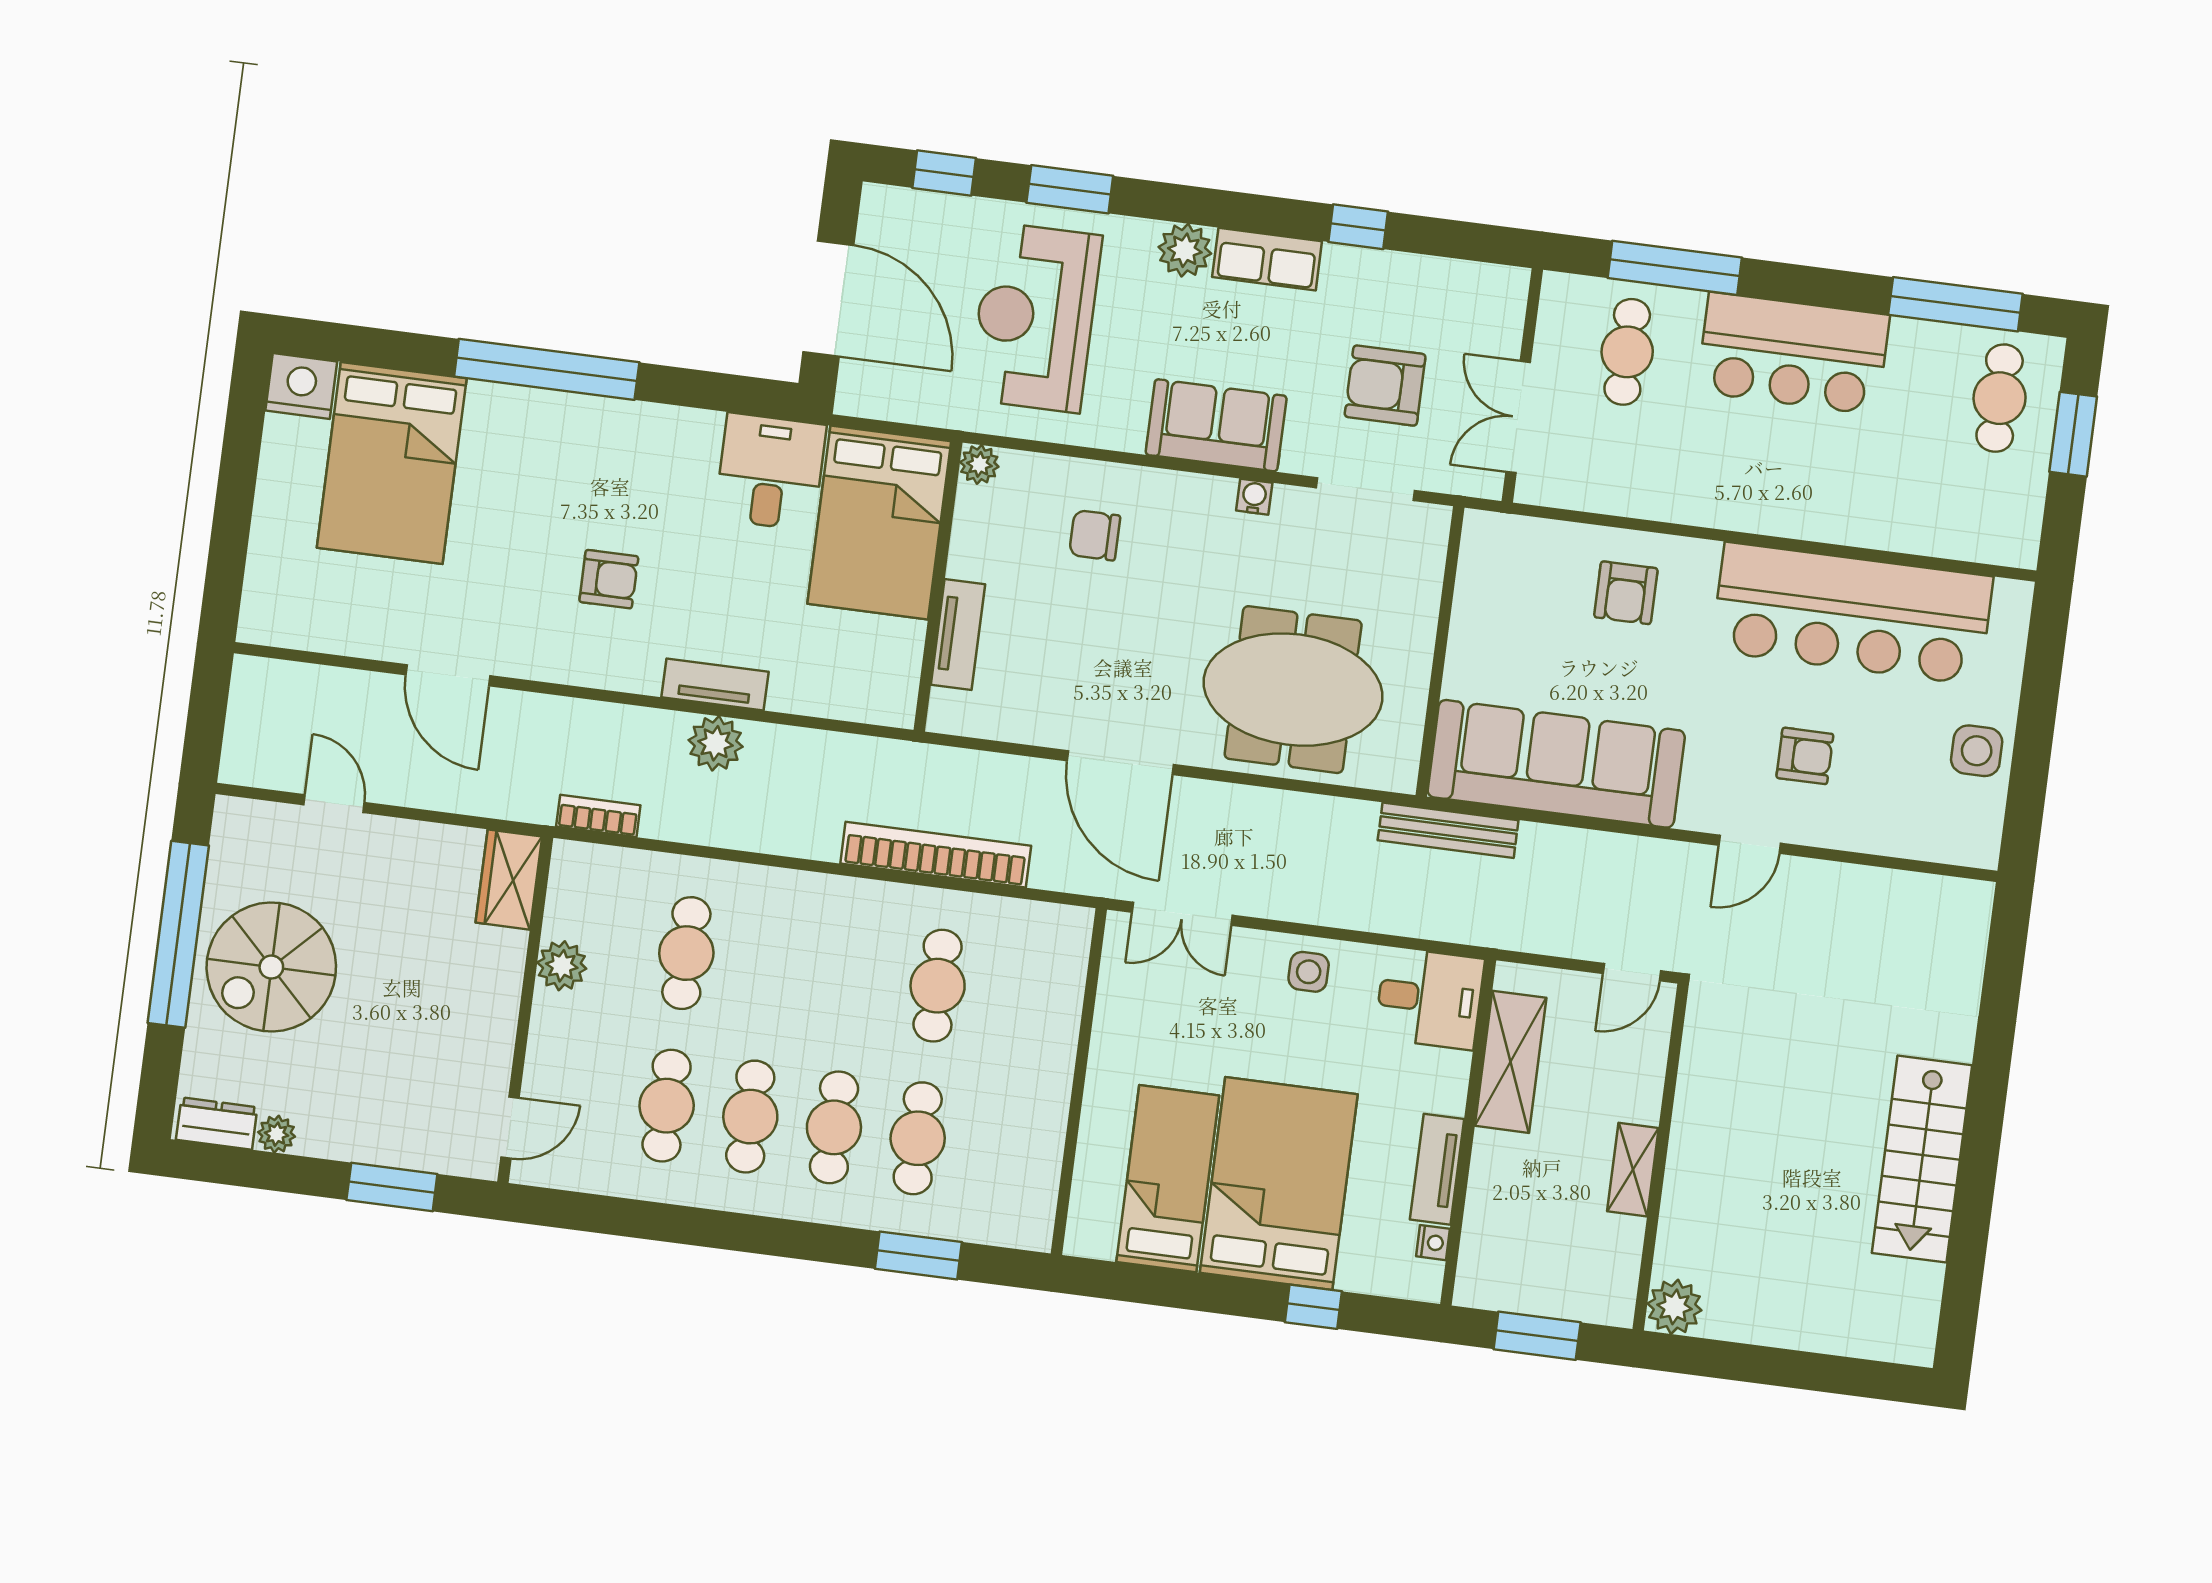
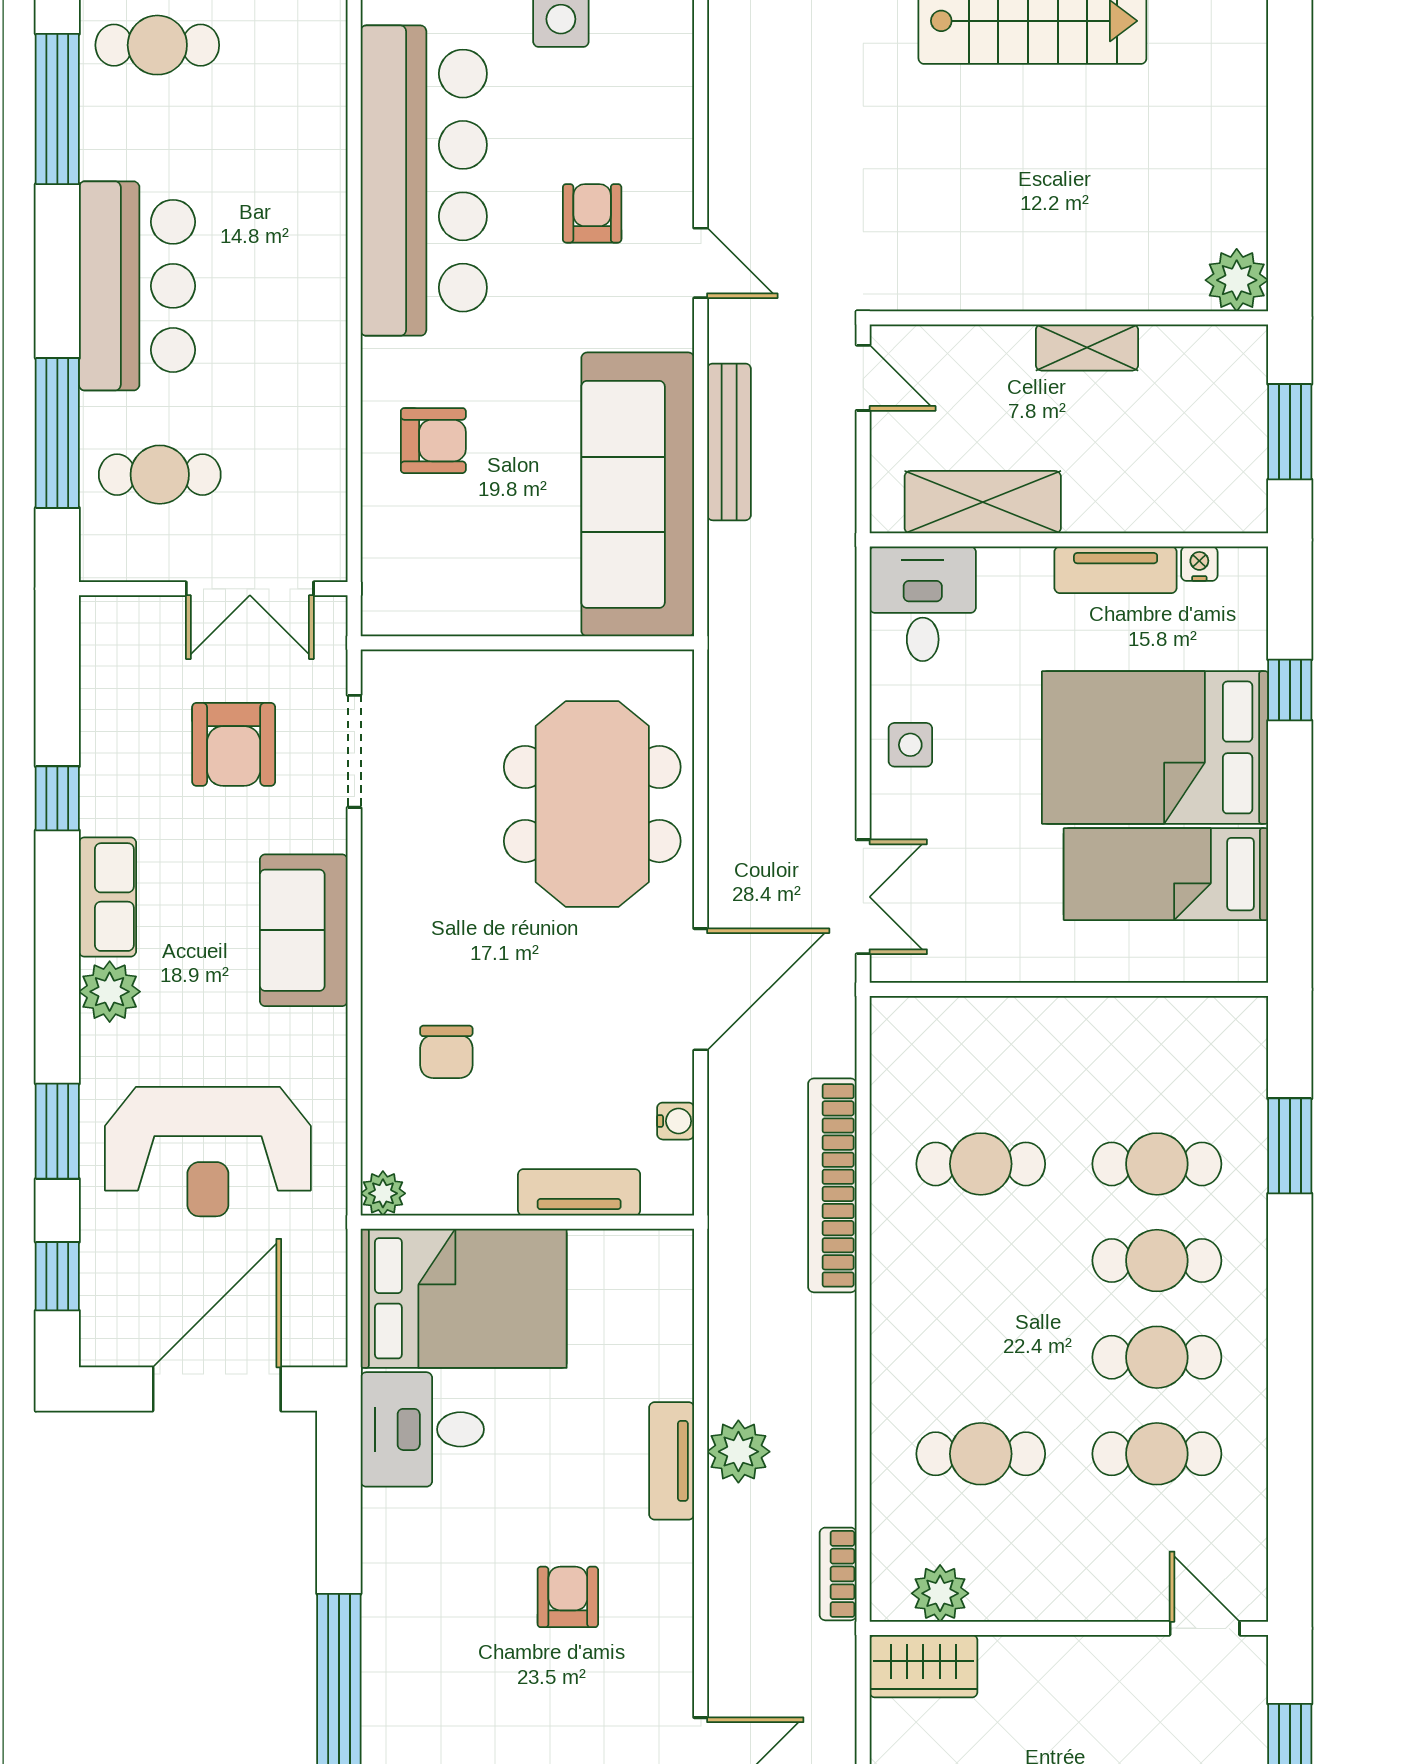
water cooler: (1254, 497) -> (676, 1121), moved, turned 180
bench: (1448, 830) -> (729, 442), moved
plant: (562, 966) -> (940, 1593), moved

